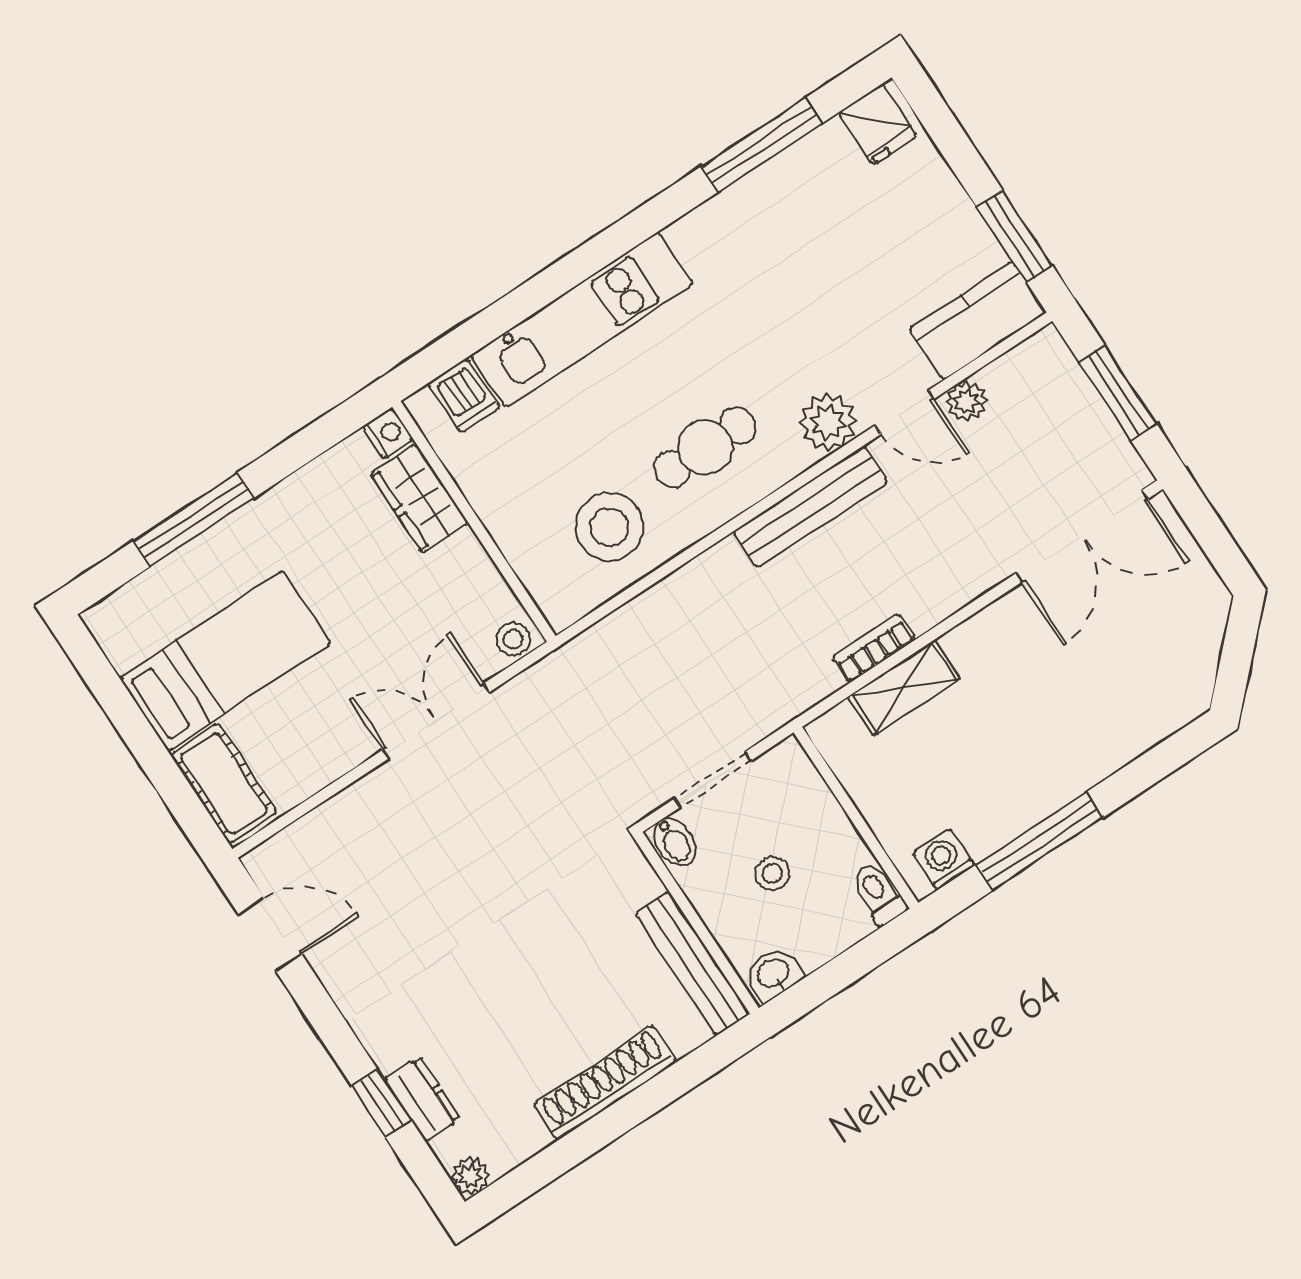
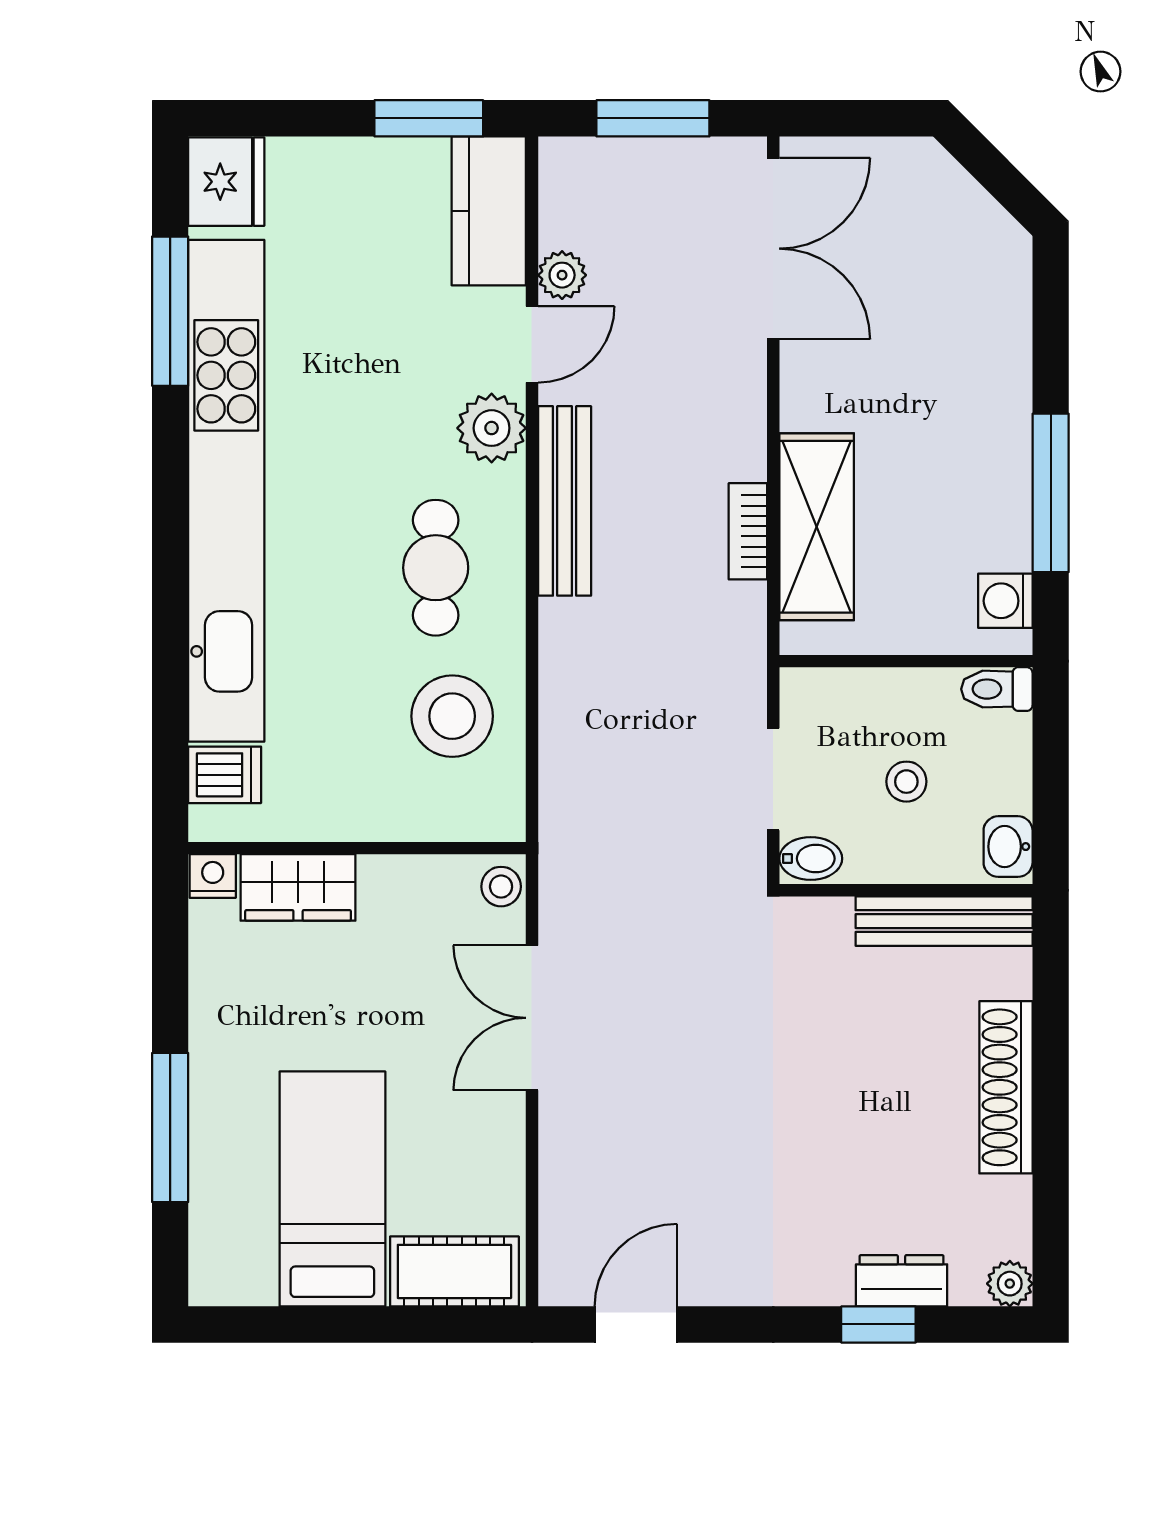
fridge: (878, 124) -> (226, 182), width x1.38
kitchen unit: (582, 320) -> (226, 491), width x1.86
shelving: (904, 687) -> (817, 527), width x1.50, depth x1.33

